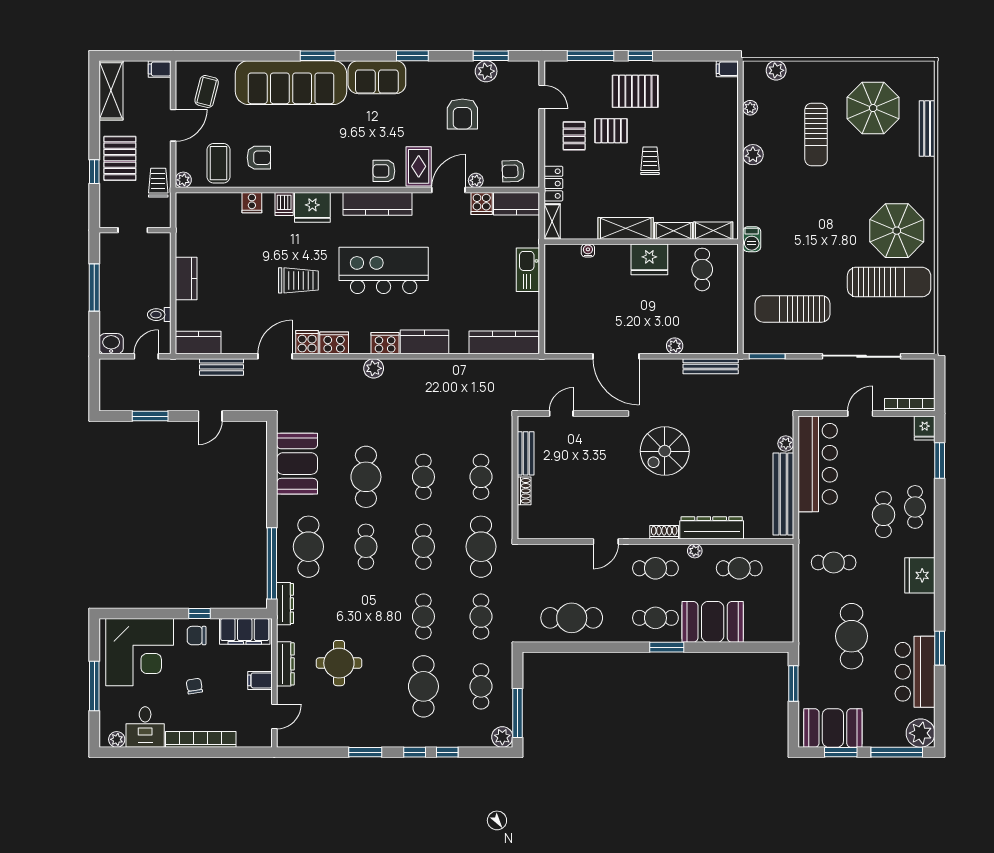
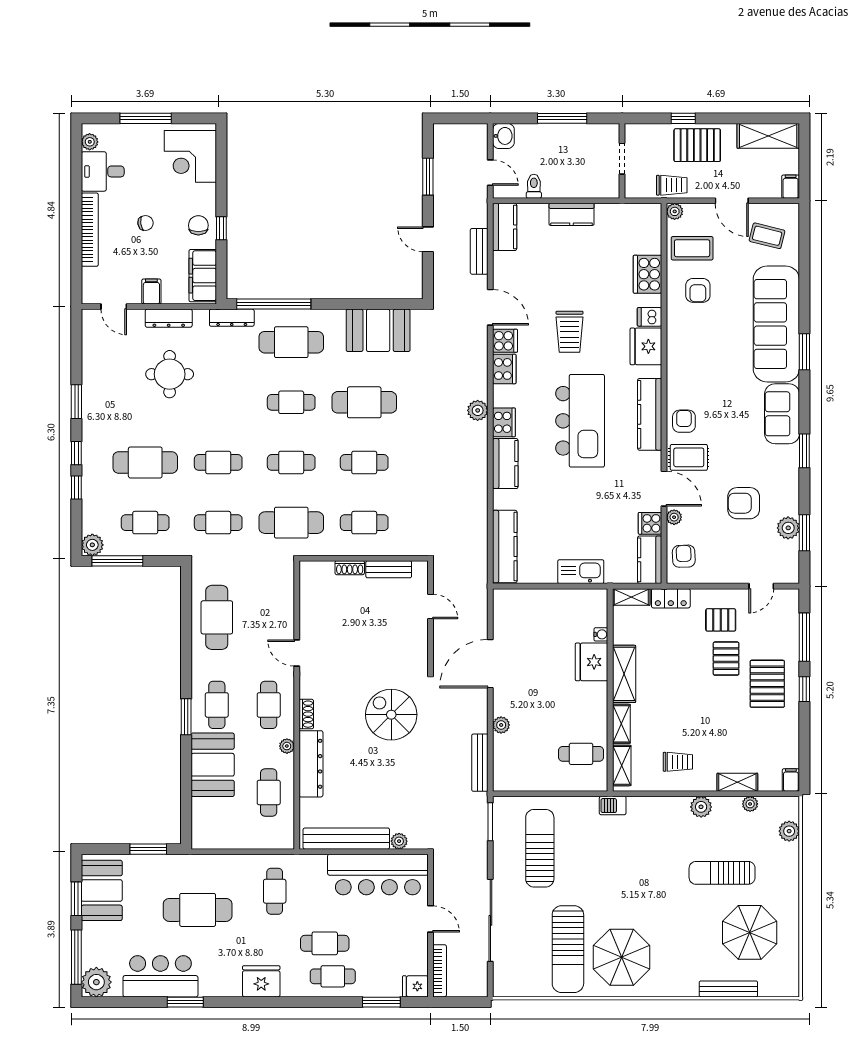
shelving: (729, 120) -> (737, 782), added
trolley: (650, 161) -> (678, 762), moved
cooker: (252, 203) -> (648, 274), width x1.87, depth x1.31
fridge: (649, 259) -> (592, 662), moved
corner desk: (140, 652) -> (190, 156), width x0.74, depth x0.74

